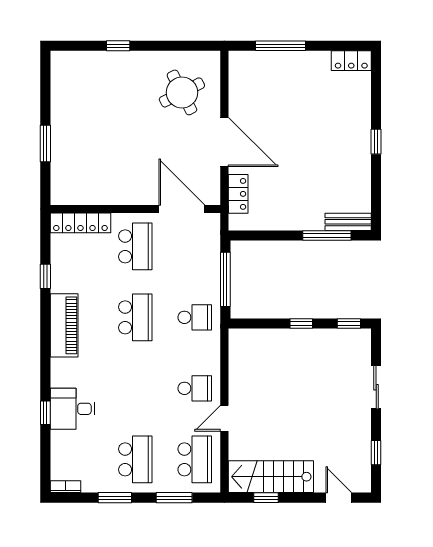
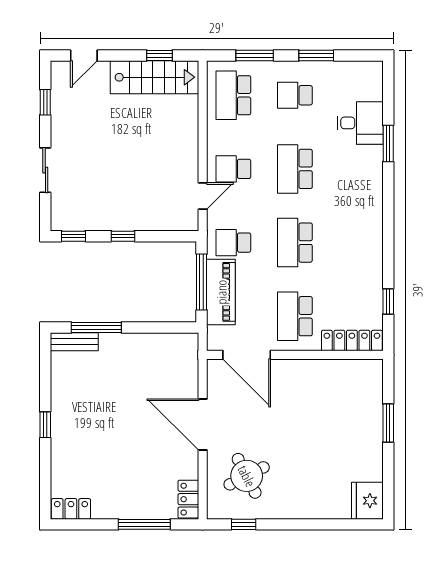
window: (118, 46) -> (244, 524), moved
fridge: (65, 69) -> (367, 501), added
locker: (238, 194) -> (188, 499), moved
window: (45, 276) -> (388, 301), moved
piano: (64, 325) -> (221, 292), moved, turned 180
school desk: (135, 388) -> (295, 169), added
desk: (72, 409) -> (360, 123), moved
window: (45, 413) -> (388, 144), width x1.50
door: (224, 418) -> (203, 196), moved
school desk: (135, 459) -> (295, 95), width x0.54
bookcase: (66, 487) -> (367, 67), removed
door: (339, 498) -> (84, 56), hinge flipped

